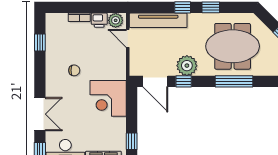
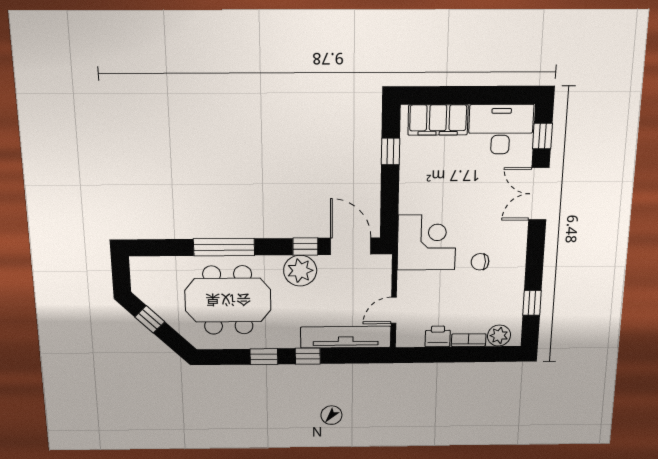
plant: (116, 20) -> (499, 336), moved
door: (128, 38) -> (394, 310), swing flipped
corner desk: (108, 98) -> (427, 242), moved

